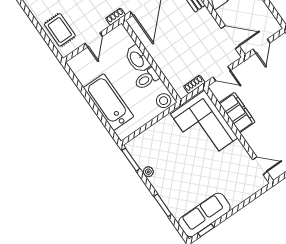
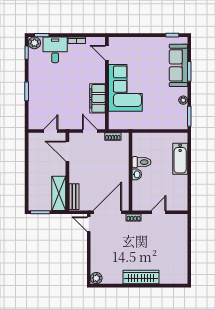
rug: (60, 30) -> (176, 234), removed
washbasin: (137, 59) -> (137, 174), width x0.52, depth x0.69
stool: (164, 101) -> (140, 140), removed
bathtub: (108, 102) -> (180, 159), width x0.73, depth x0.73
corner sofa: (204, 126) -> (125, 88), moved
sofa: (204, 215) -> (178, 65), moved, turned 90

